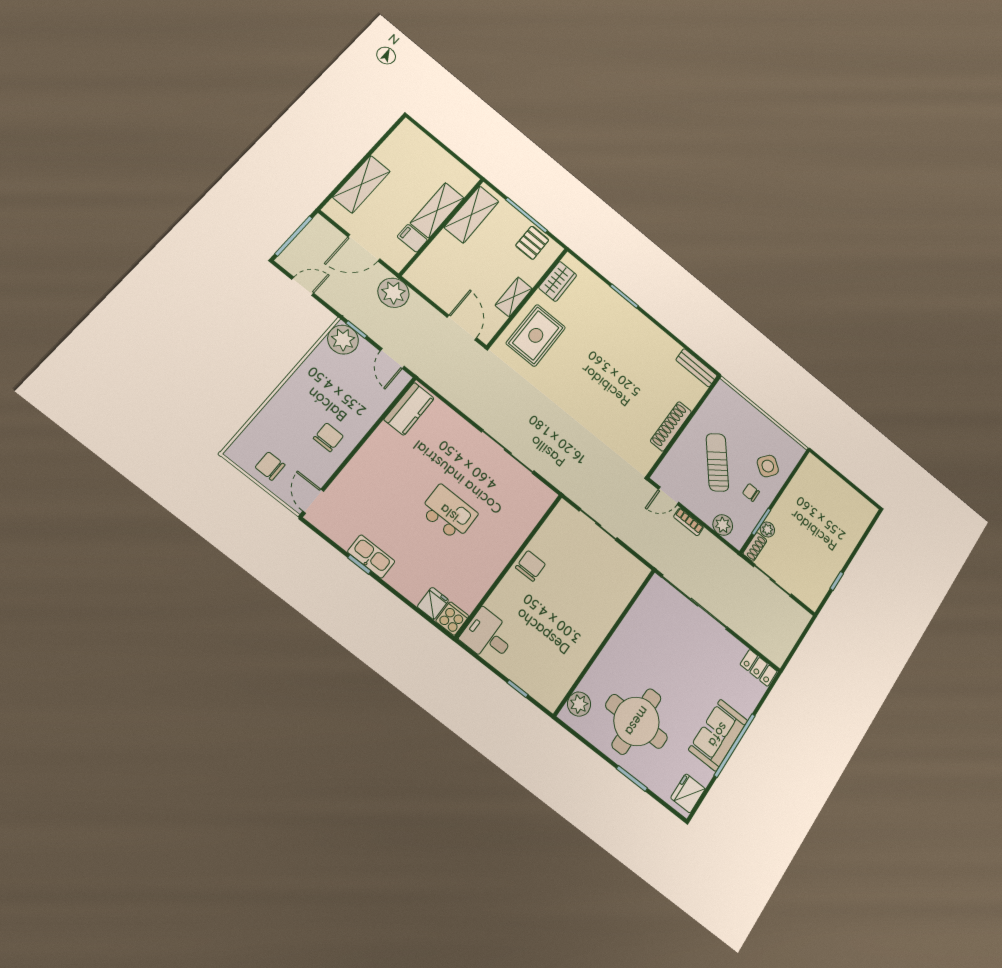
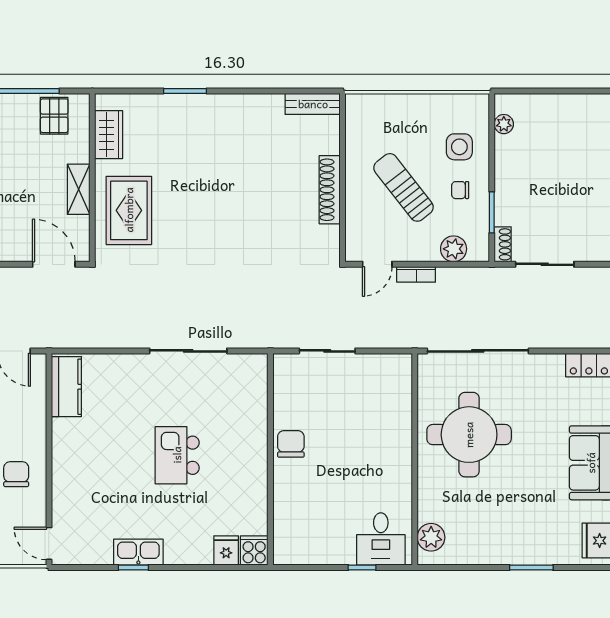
side table: (768, 466) -> (459, 147), turned -37
kitchen island: (449, 513) -> (177, 455), turned -90
plant: (767, 530) -> (504, 124), moved
desk: (488, 636) -> (381, 539), moved, turned -90
round table: (637, 721) -> (469, 435), moved

